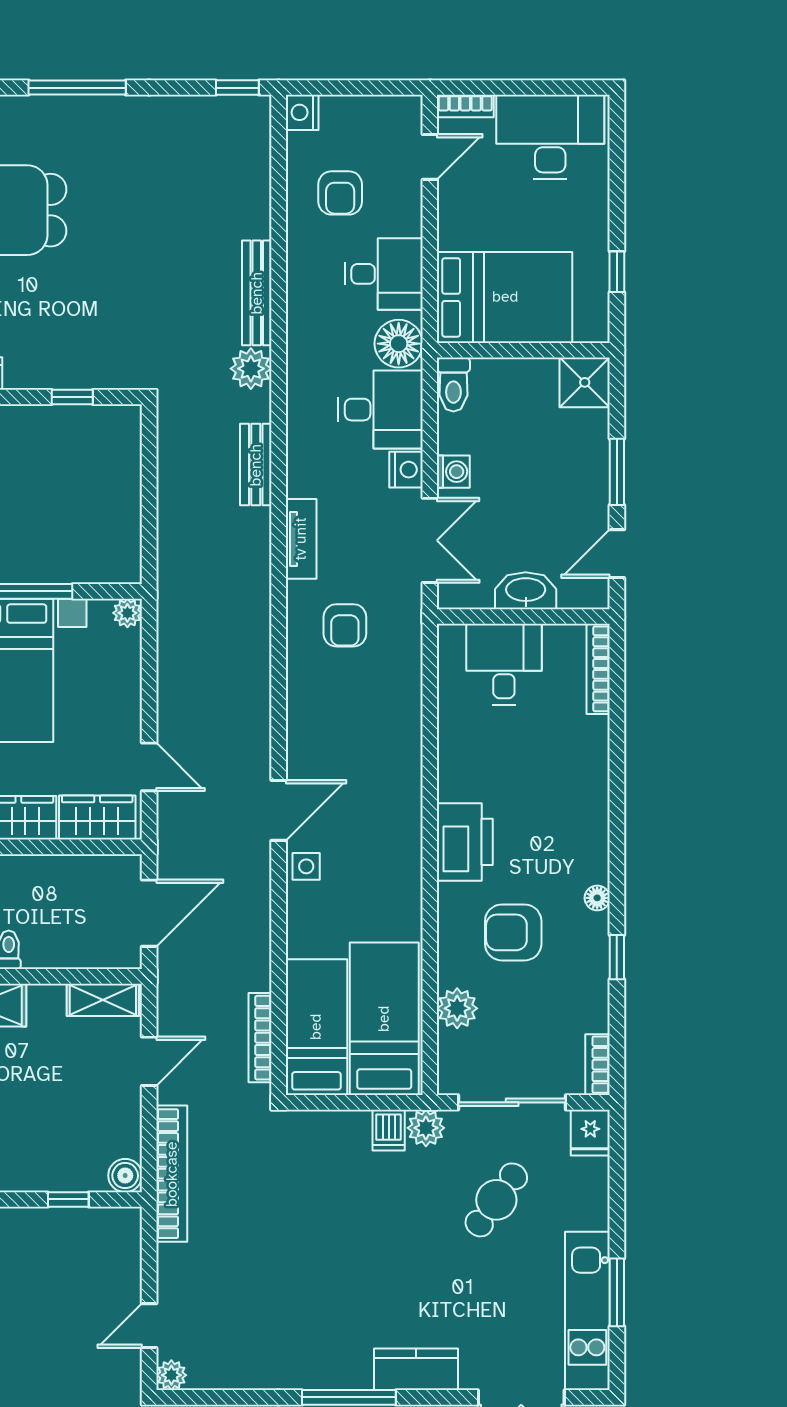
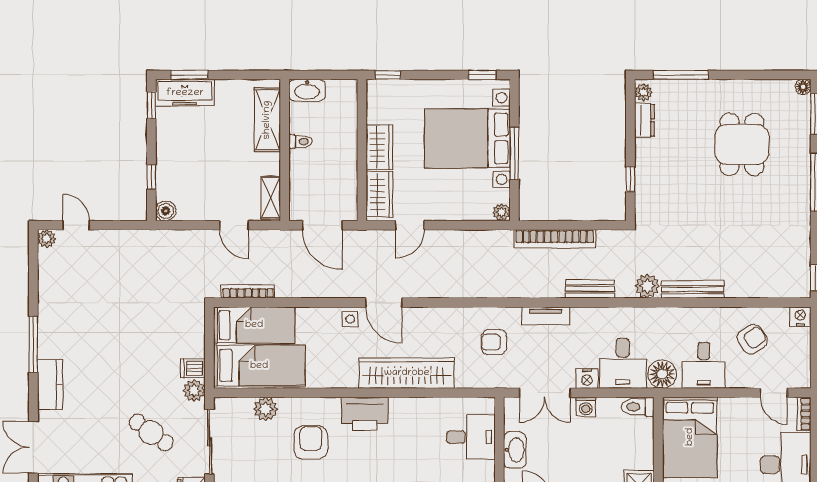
armchair: (340, 193) -> (752, 339), turned 146
wardrobe: (397, 772) -> (407, 373), added
bookcase: (172, 1174) -> (555, 239), moved

